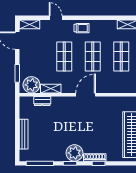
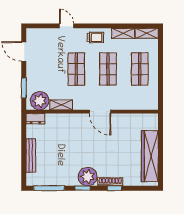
shelving: (30, 24) -> (123, 33), moved
door: (86, 95) -> (100, 112), swing flipped
dresser: (42, 101) -> (35, 119), moved

